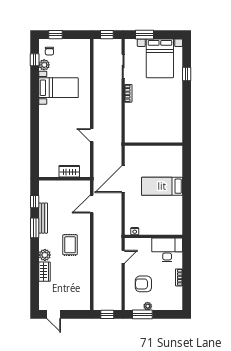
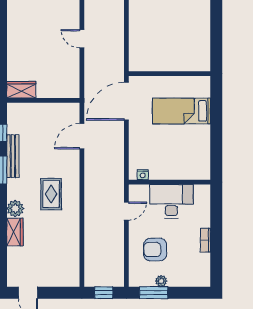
wall: (154, 144) -> (169, 74), moved
wardrobe: (69, 171) -> (21, 90), moved
desk: (167, 250) -> (171, 201), moved

